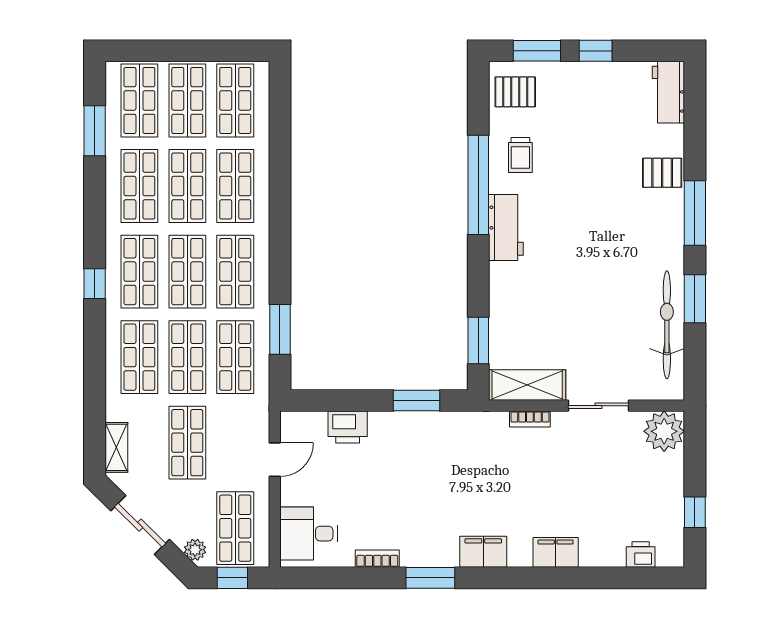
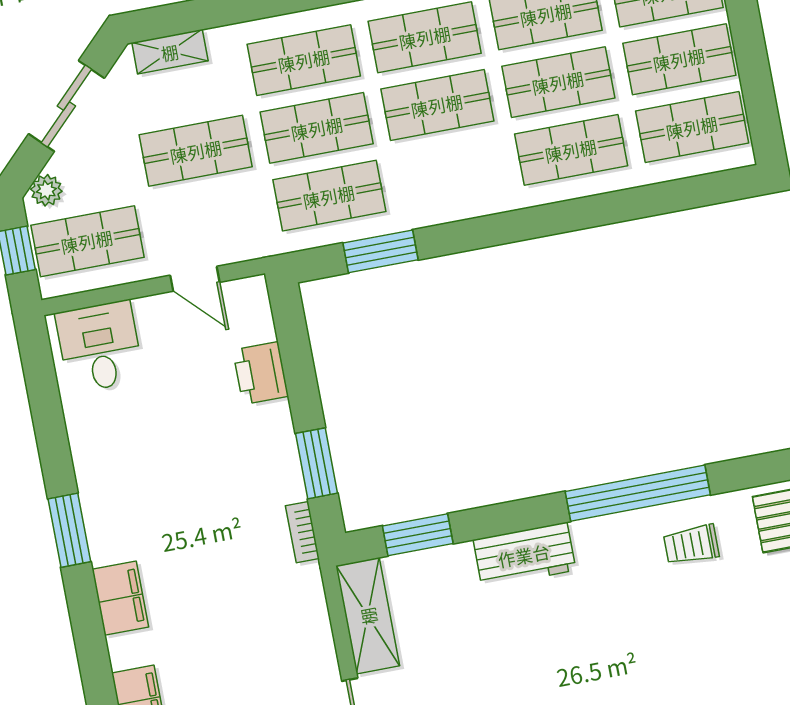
workbench: (506, 228) -> (524, 555), moved
shop shelf: (235, 272) -> (450, 173), removed
bookcase: (530, 419) -> (302, 532), moved
bookcase: (377, 559) -> (82, 450), removed

